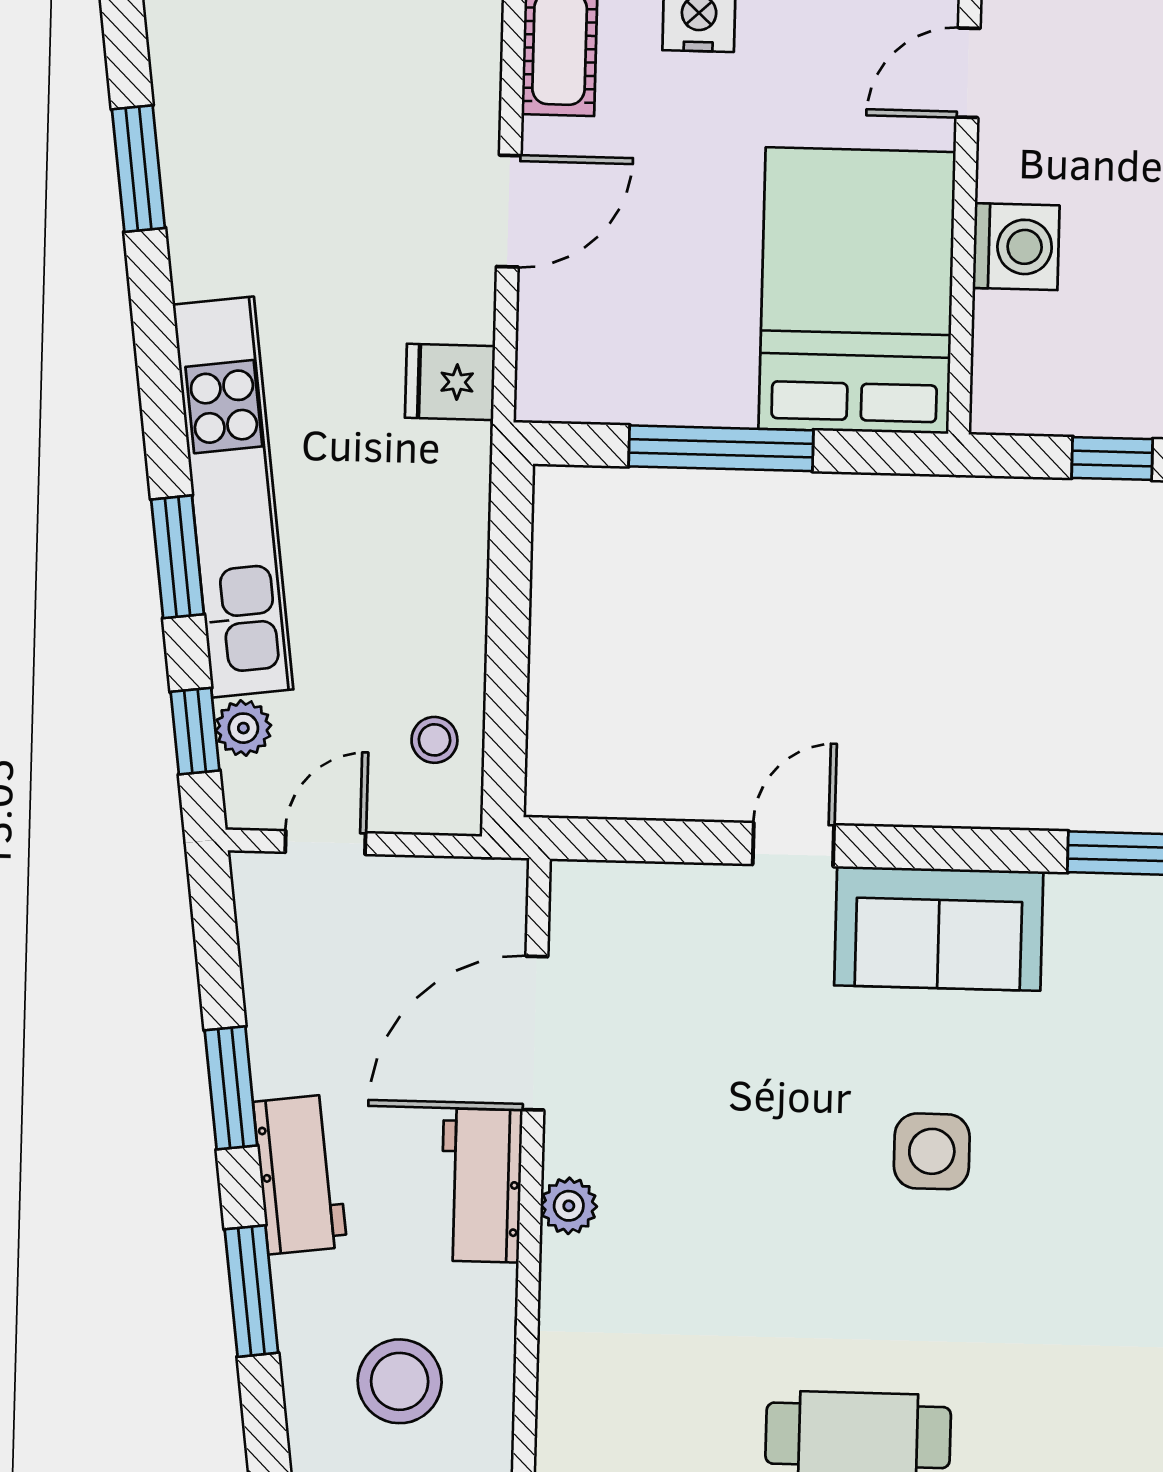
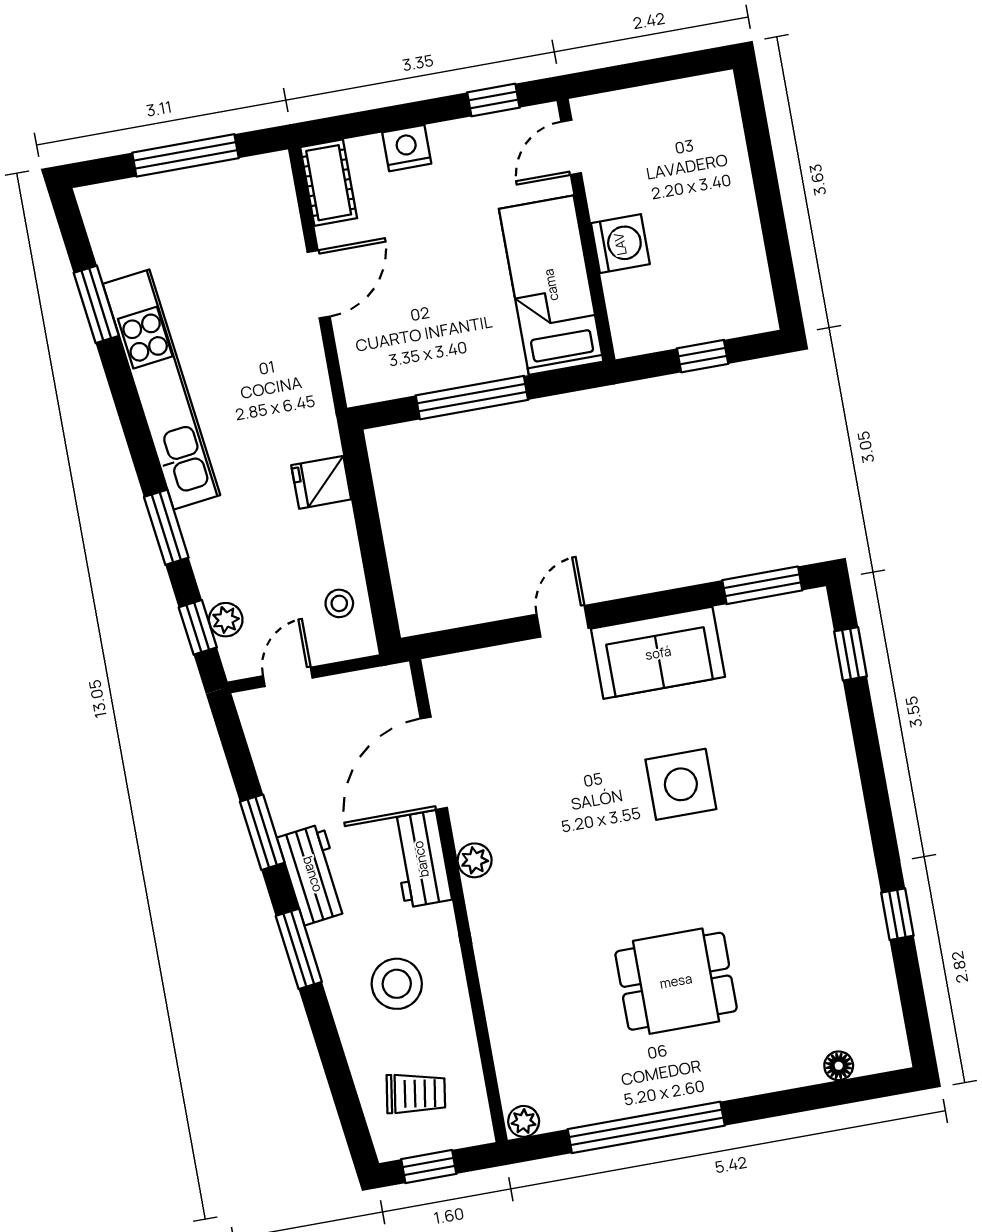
bed: (857, 291) -> (551, 285), width x0.67
fridge: (450, 382) -> (321, 482), moved
kitchen unit: (233, 497) -> (161, 389), moved
side table: (932, 1151) -> (681, 784), width x1.37, depth x1.37

